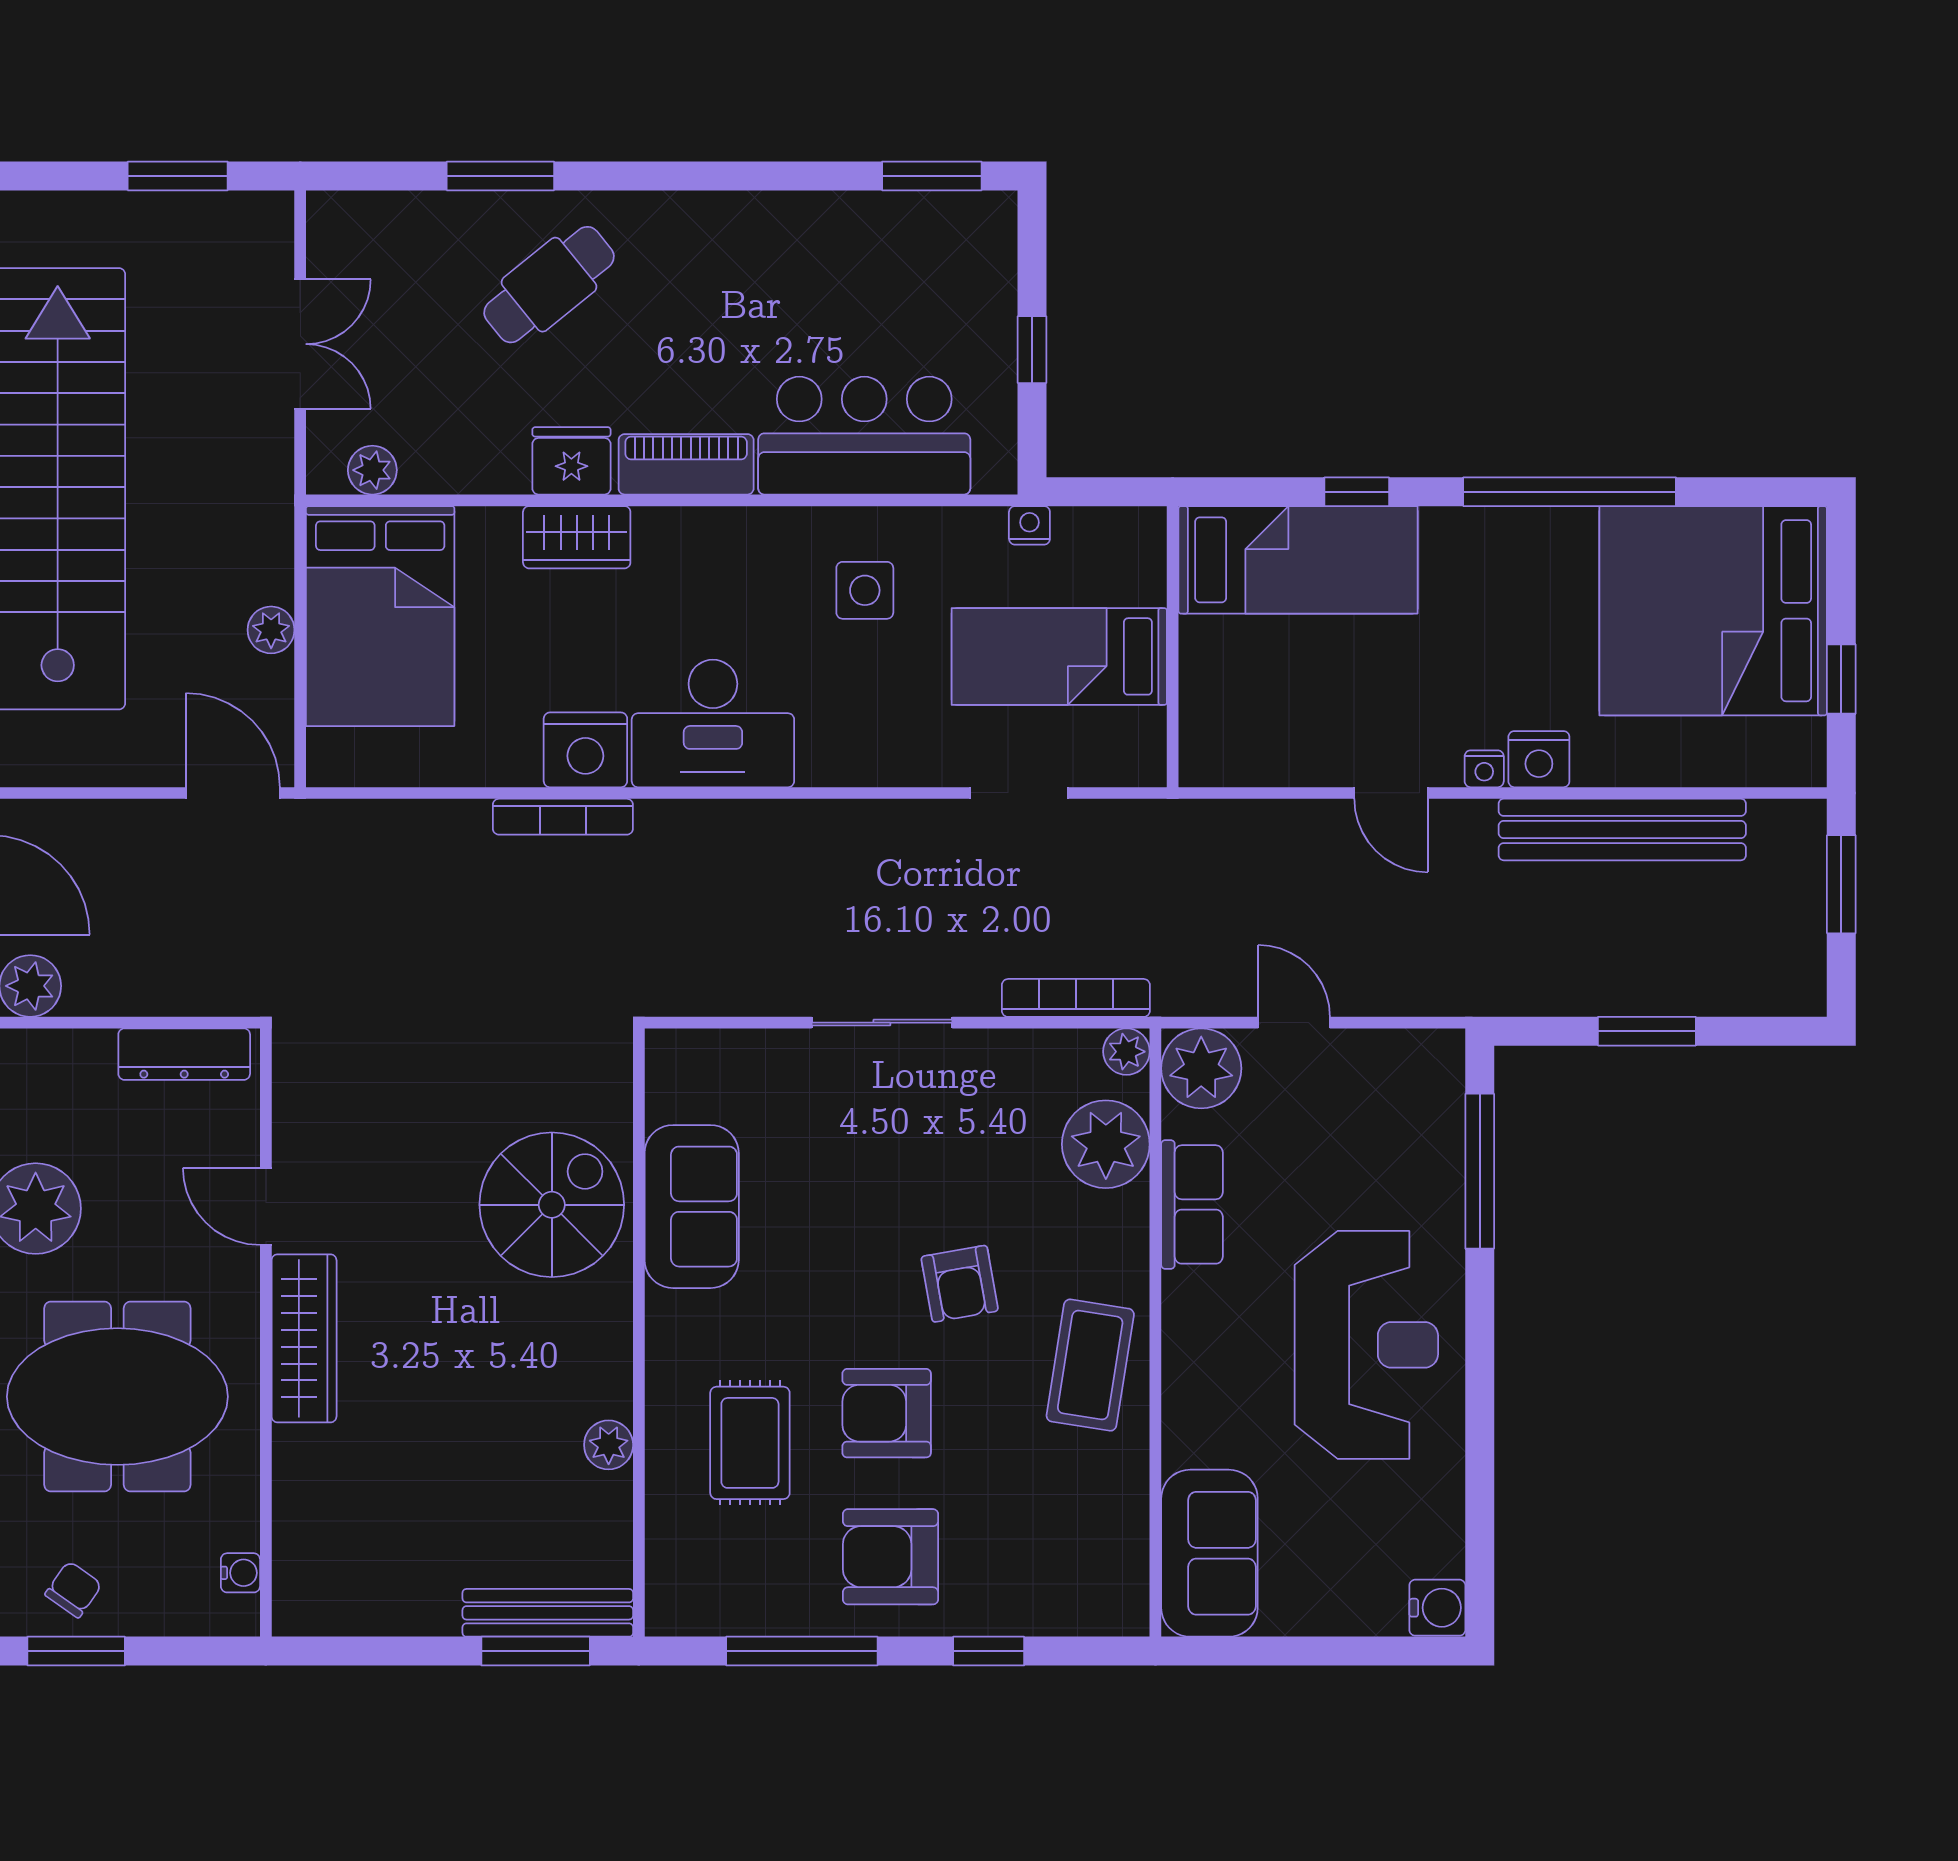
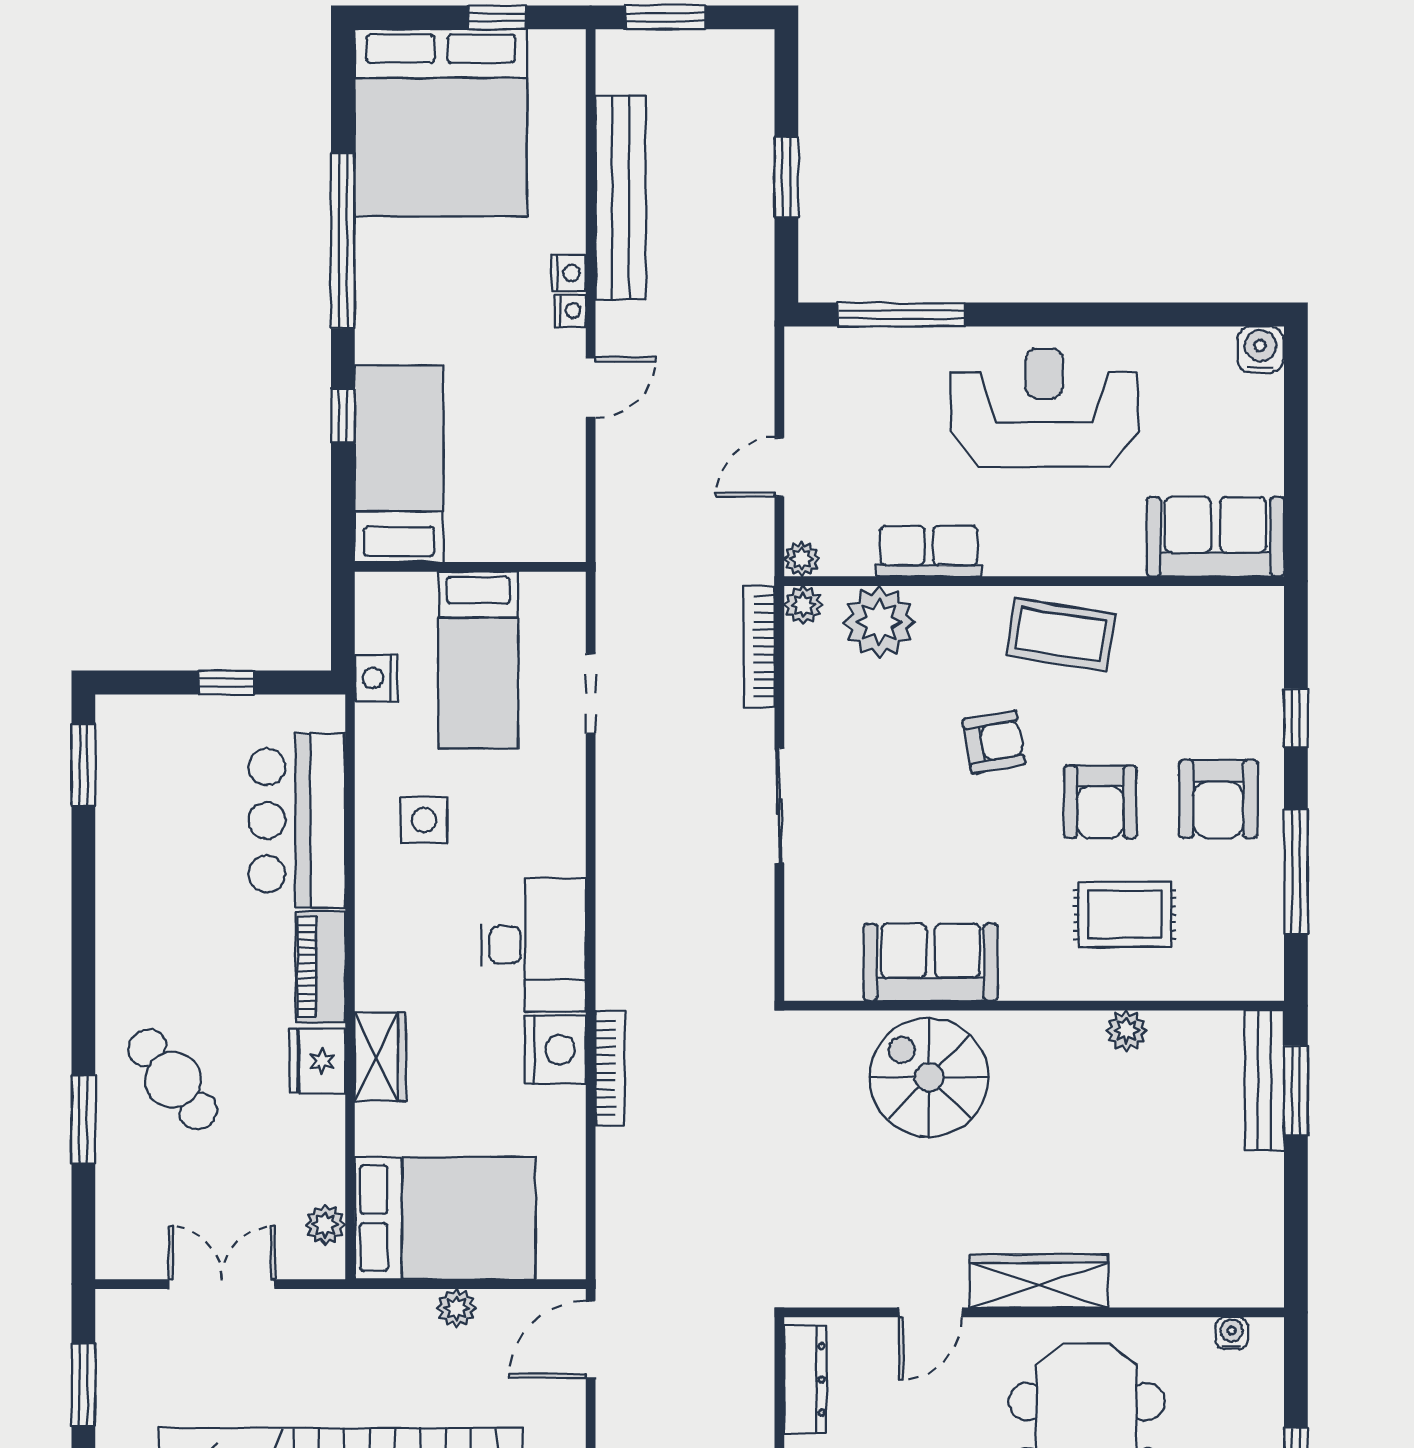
nightstand: (1029, 525) -> (376, 678), width x1.39, depth x1.35
nightstand: (1539, 759) -> (569, 273), width x0.72, depth x0.74
plant: (1201, 1068) -> (802, 559), width x0.53, depth x0.53

